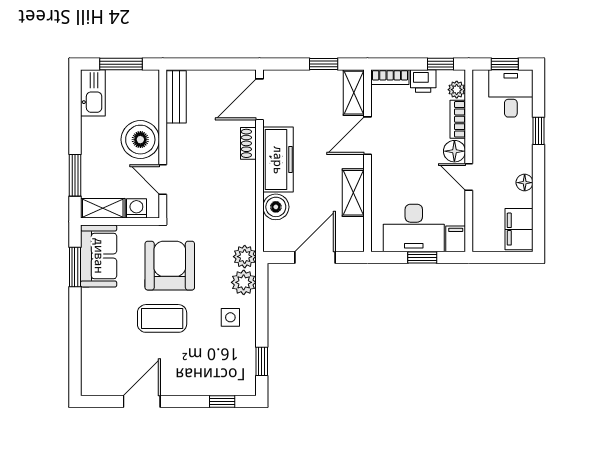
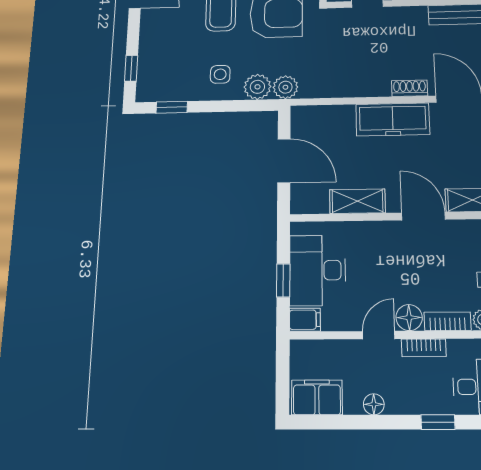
bookcase: (479, 140) -> (424, 348), added
boiler: (276, 207) -> (340, 118), removed

